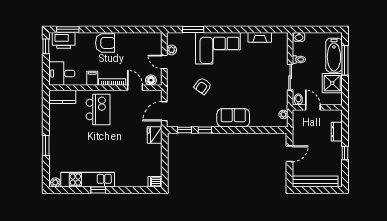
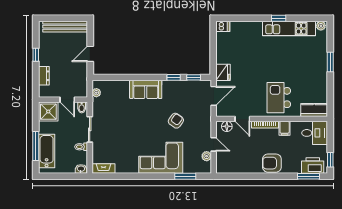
fireplace: (260, 37) -> (103, 169), moved
shower: (332, 83) -> (48, 112), moved

